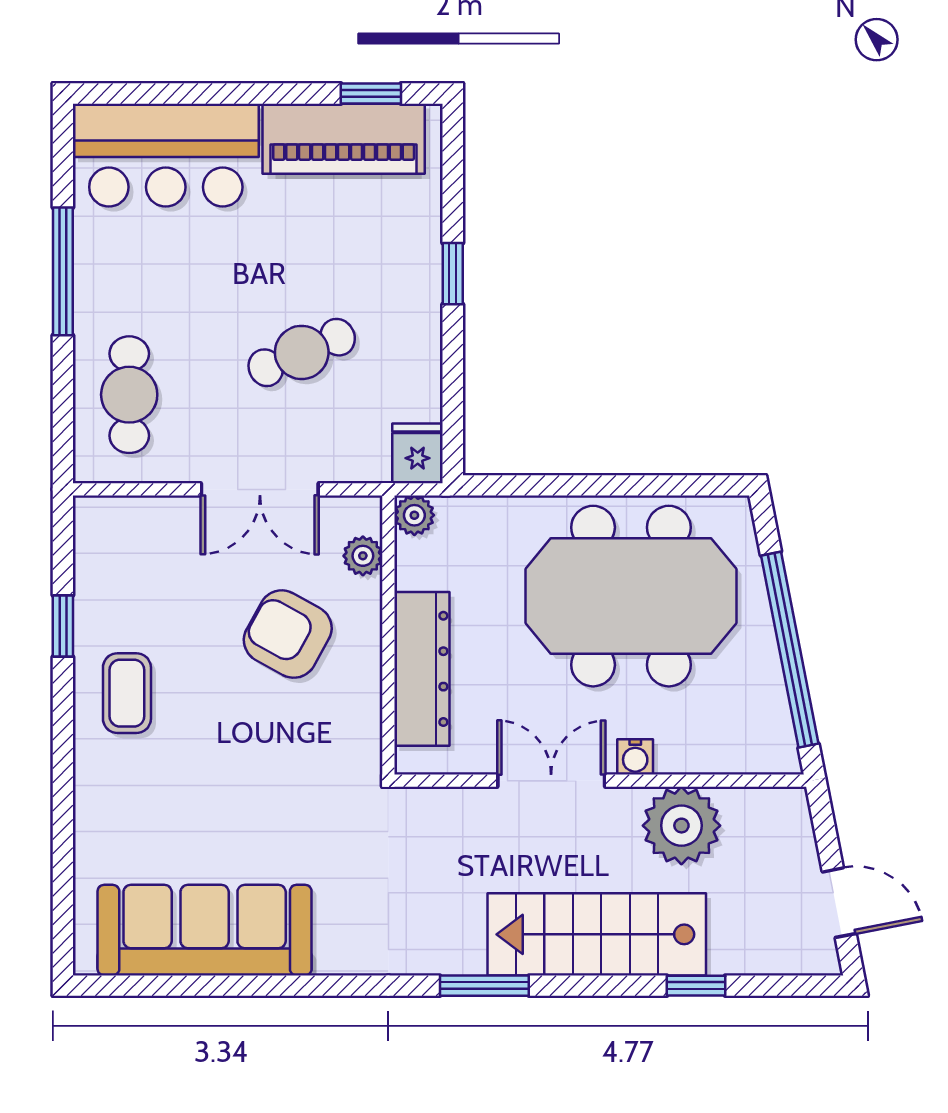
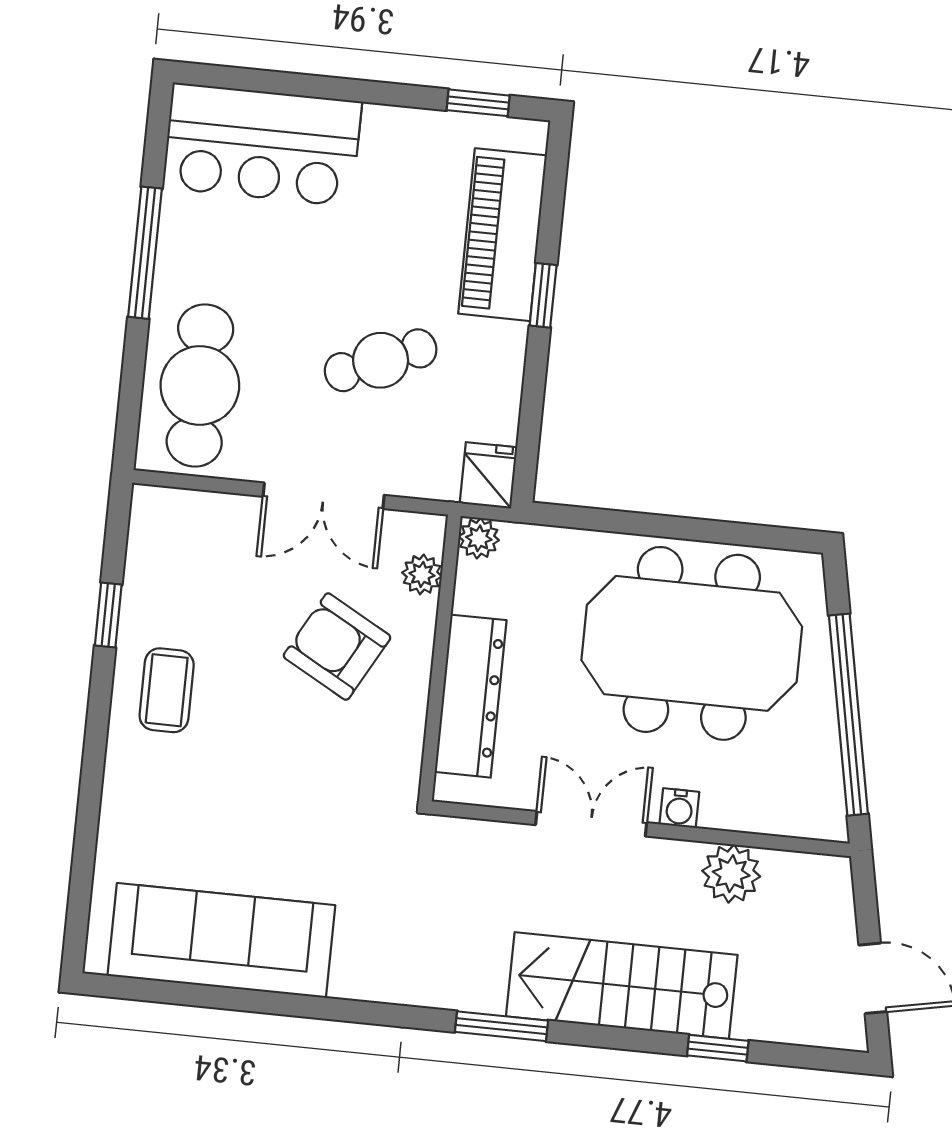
piano: (344, 139) -> (503, 235), moved, turned 90
cafe table: (129, 395) -> (200, 385), width x1.37, depth x1.35
plant: (681, 826) -> (731, 874), width x0.73, depth x0.73

